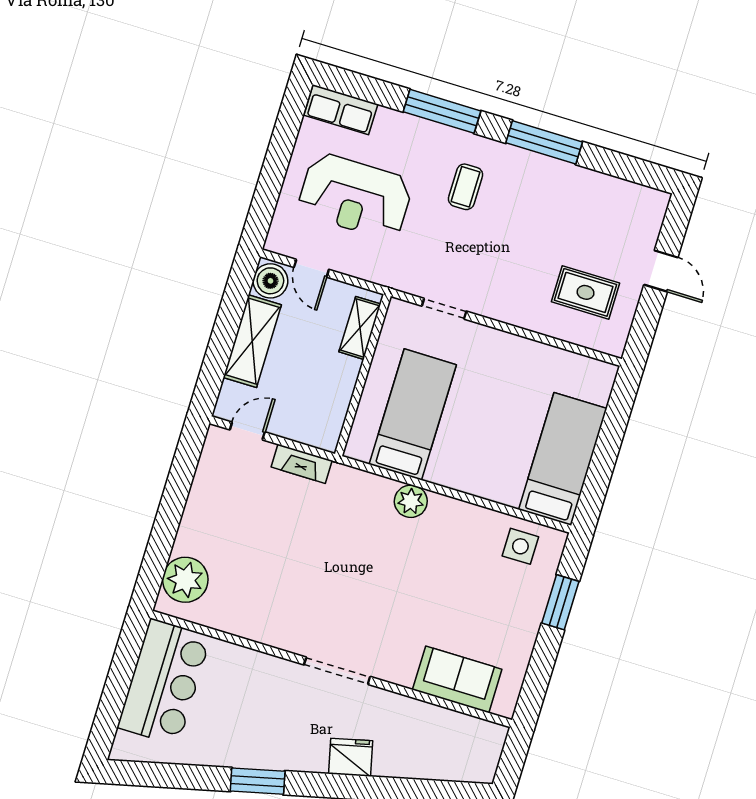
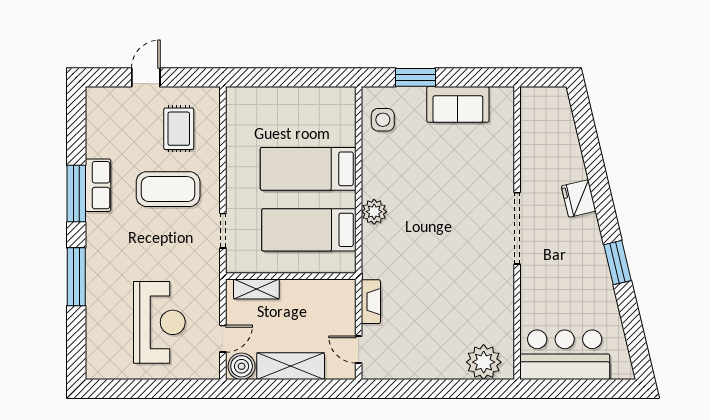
row of seats: (341, 110) -> (98, 185), moved
coffee table: (465, 187) -> (168, 189), moved, width x1.86, depth x1.72
bed: (563, 459) -> (308, 169), moved
doorway: (337, 671) -> (517, 228), width x1.36
sofa: (457, 679) -> (458, 104), moved, turned -90

